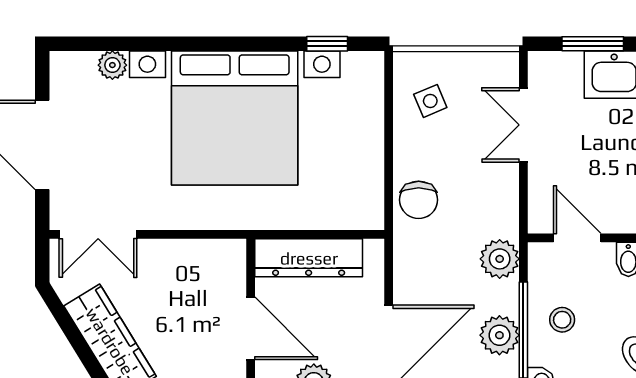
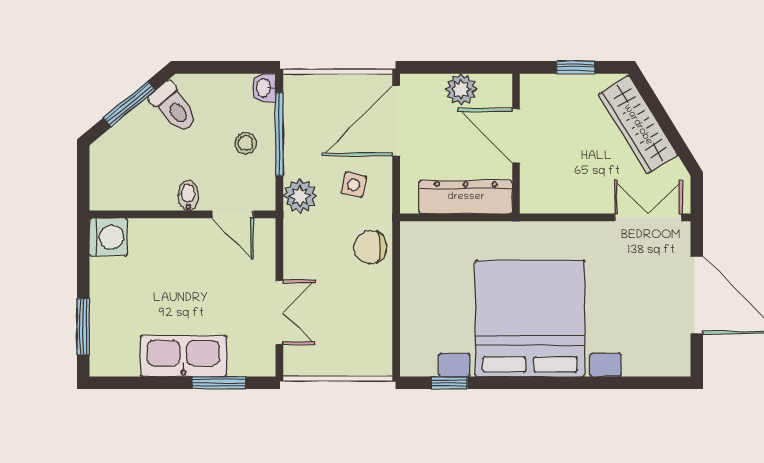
plant: (112, 65) -> (636, 364), removed
side table: (430, 101) -> (354, 185), moved, turned 35
chair: (419, 200) -> (370, 247), turned -90
plant: (499, 335) -> (300, 130), removed

